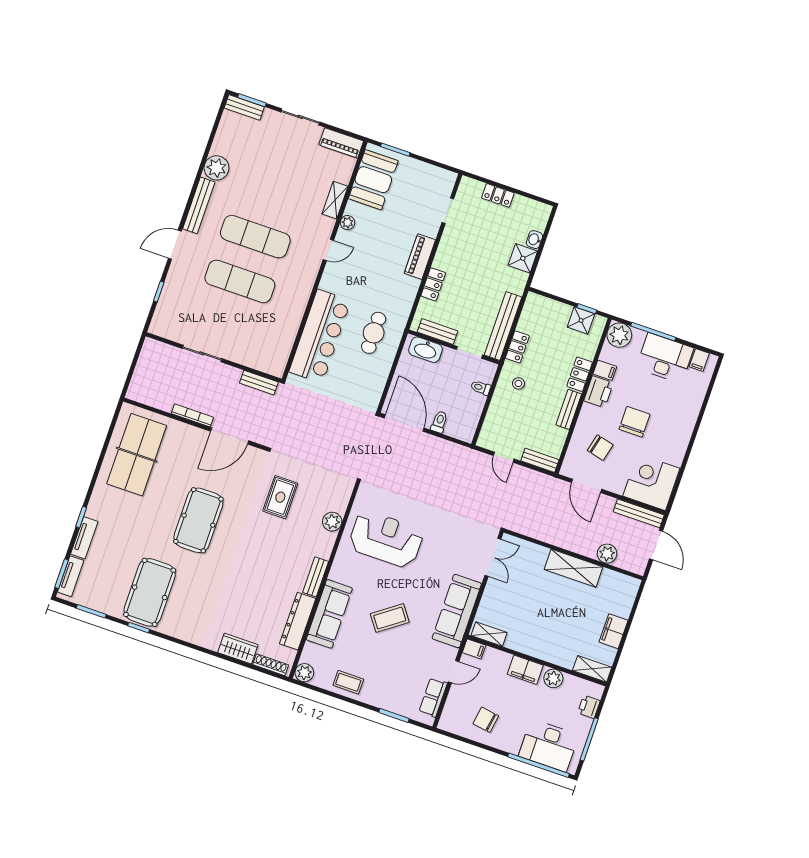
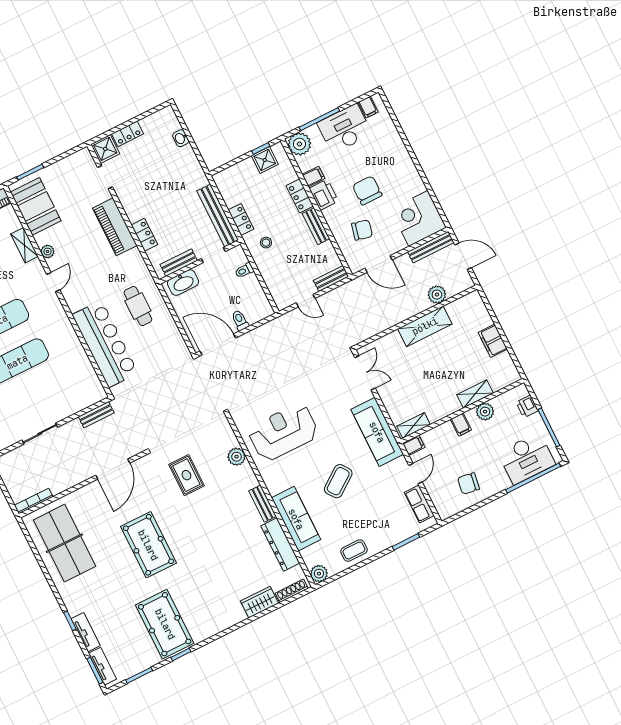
piano: (420, 257) -> (115, 227), width x1.37, depth x1.33
shower: (523, 258) -> (105, 149), moved
bookcase: (192, 415) -> (34, 501), moved
shelving: (592, 669) -> (475, 394), moved
filing cabinet: (525, 670) -> (461, 425), width x0.50

